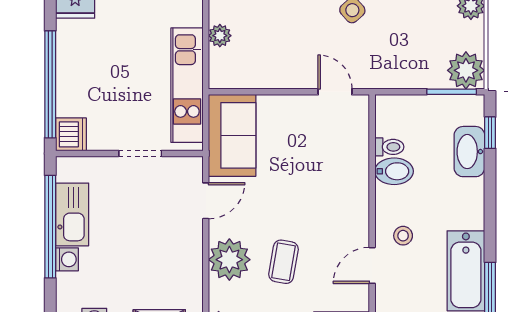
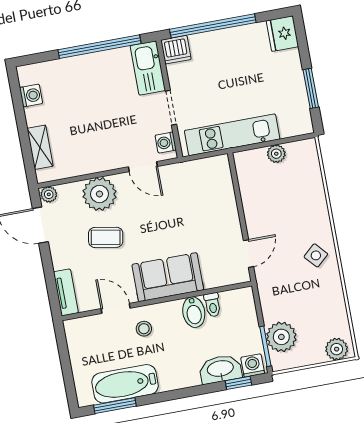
plant: (466, 70) -> (281, 337), moved
washing machine: (472, 112) -> (253, 365), added
sofa: (232, 135) -> (168, 277), moved, turned 180
kitchen sink: (72, 214) -> (148, 68), moved, turned 90
washing machine: (67, 259) -> (166, 143), moved, turned 90

